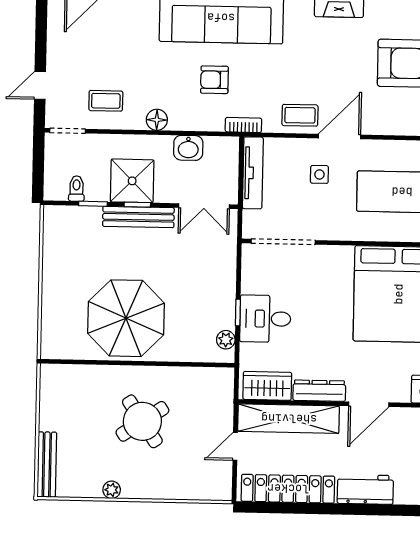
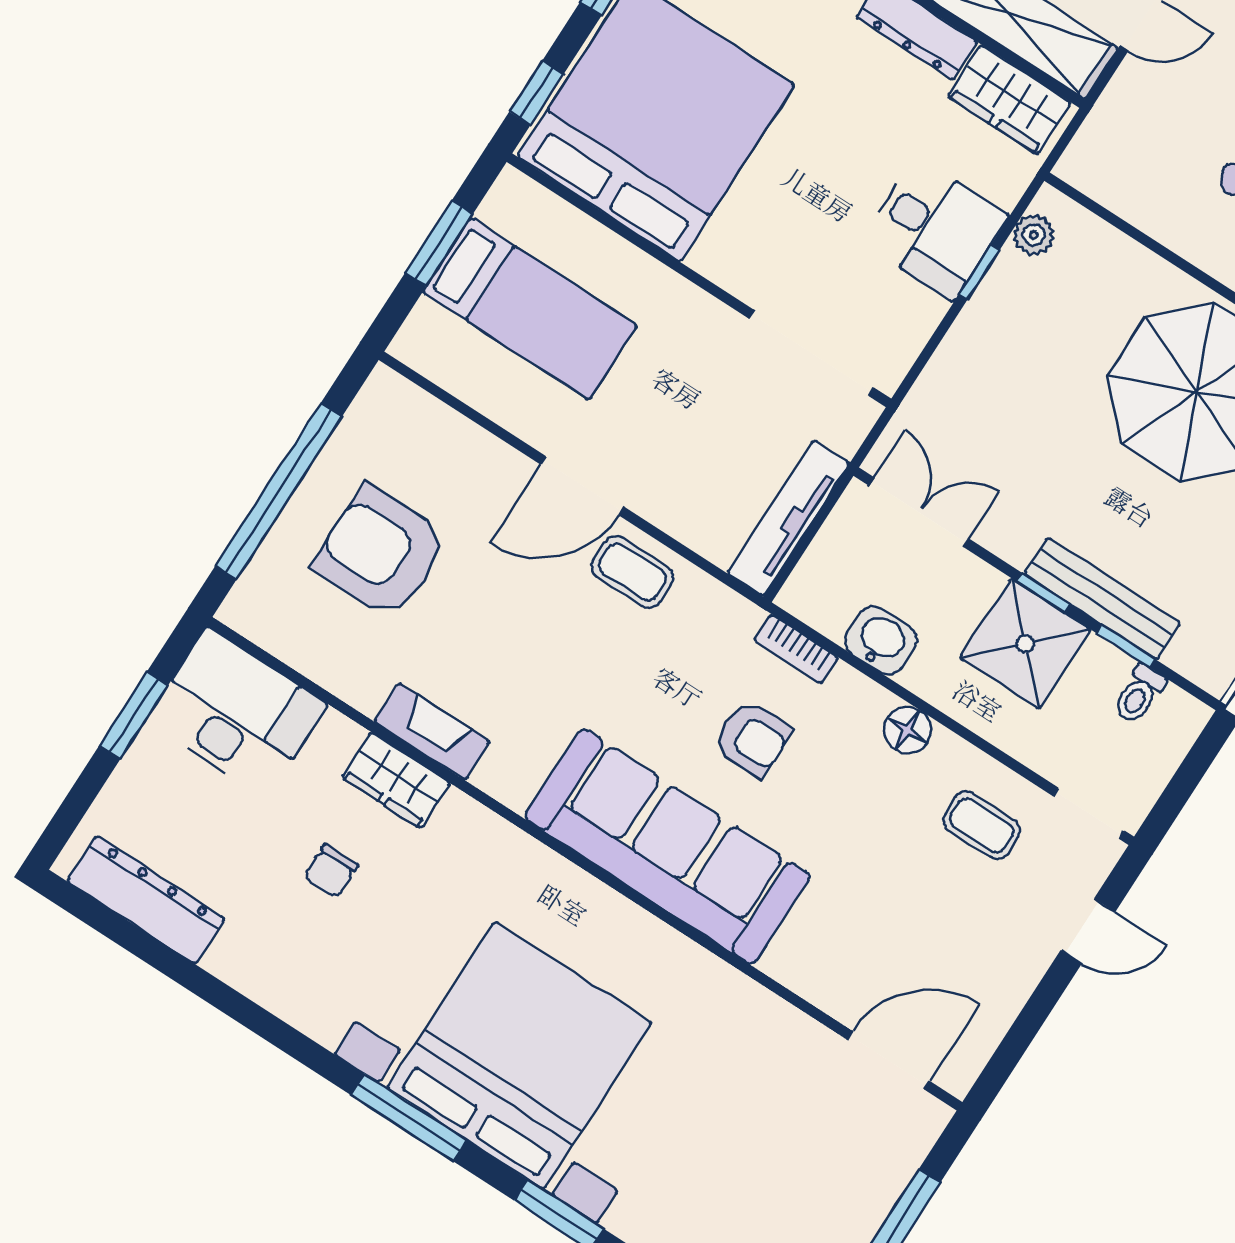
bookcase: (243, 125) -> (796, 649), moved
side table: (319, 174) -> (665, 438), removed
bench: (138, 217) -> (1102, 599), moved

